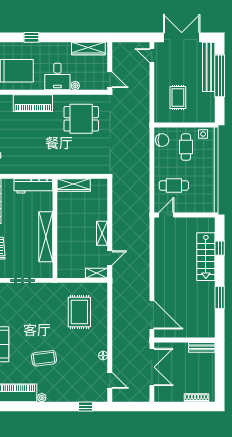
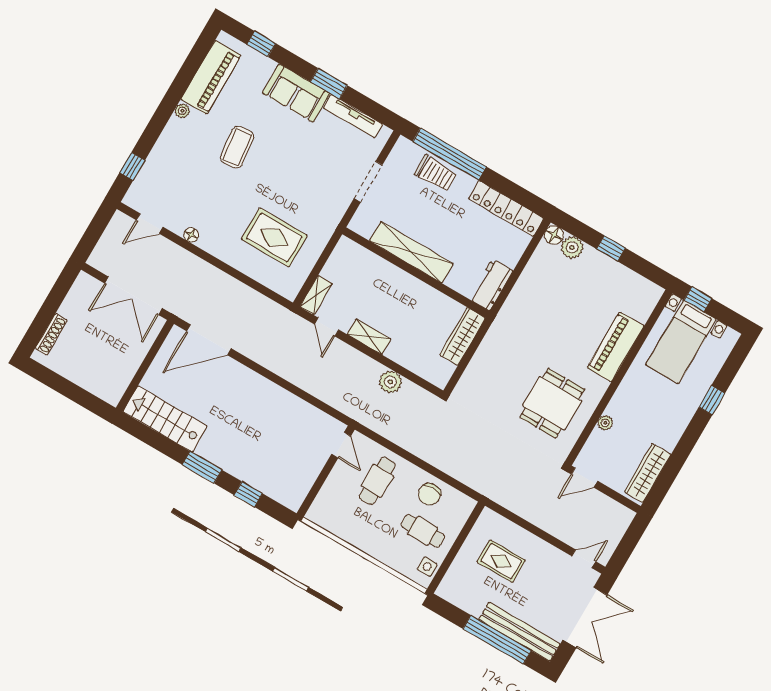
desk: (57, 77) -> (633, 405), removed
chair: (162, 140) -> (429, 494), moved
workbench: (33, 186) -> (491, 285), width x0.73
plant: (119, 209) -> (390, 382), added
stairs: (206, 257) -> (165, 419), moved
window: (220, 297) -> (202, 467), moved
bench: (202, 347) -> (120, 385), removed

